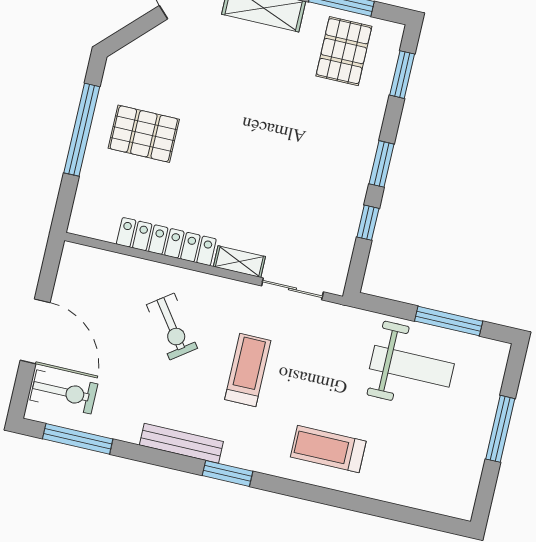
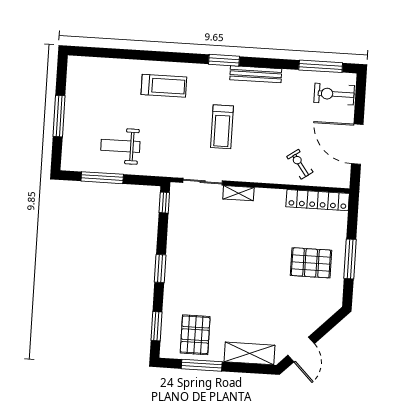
window: (82, 130) -> (350, 259), width x0.68
window: (368, 223) -> (164, 203), moved
locker: (166, 242) -> (318, 200), moved
exercise bike: (172, 327) -> (300, 164), moved, width x0.73, depth x0.72
door: (35, 331) -> (357, 144), moved
weight bench: (412, 366) -> (120, 146), width x0.73, depth x0.75

